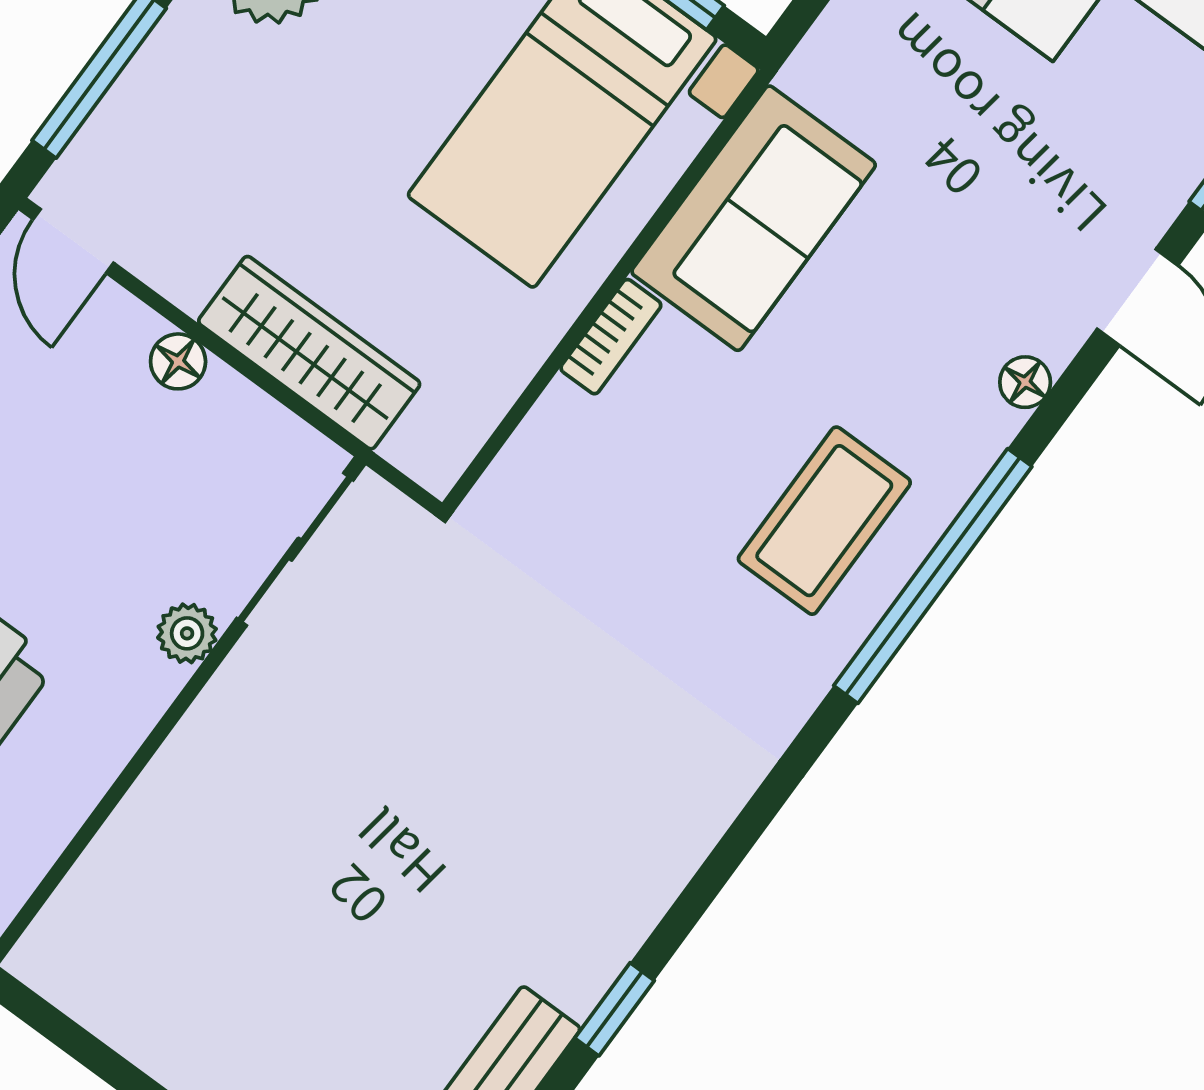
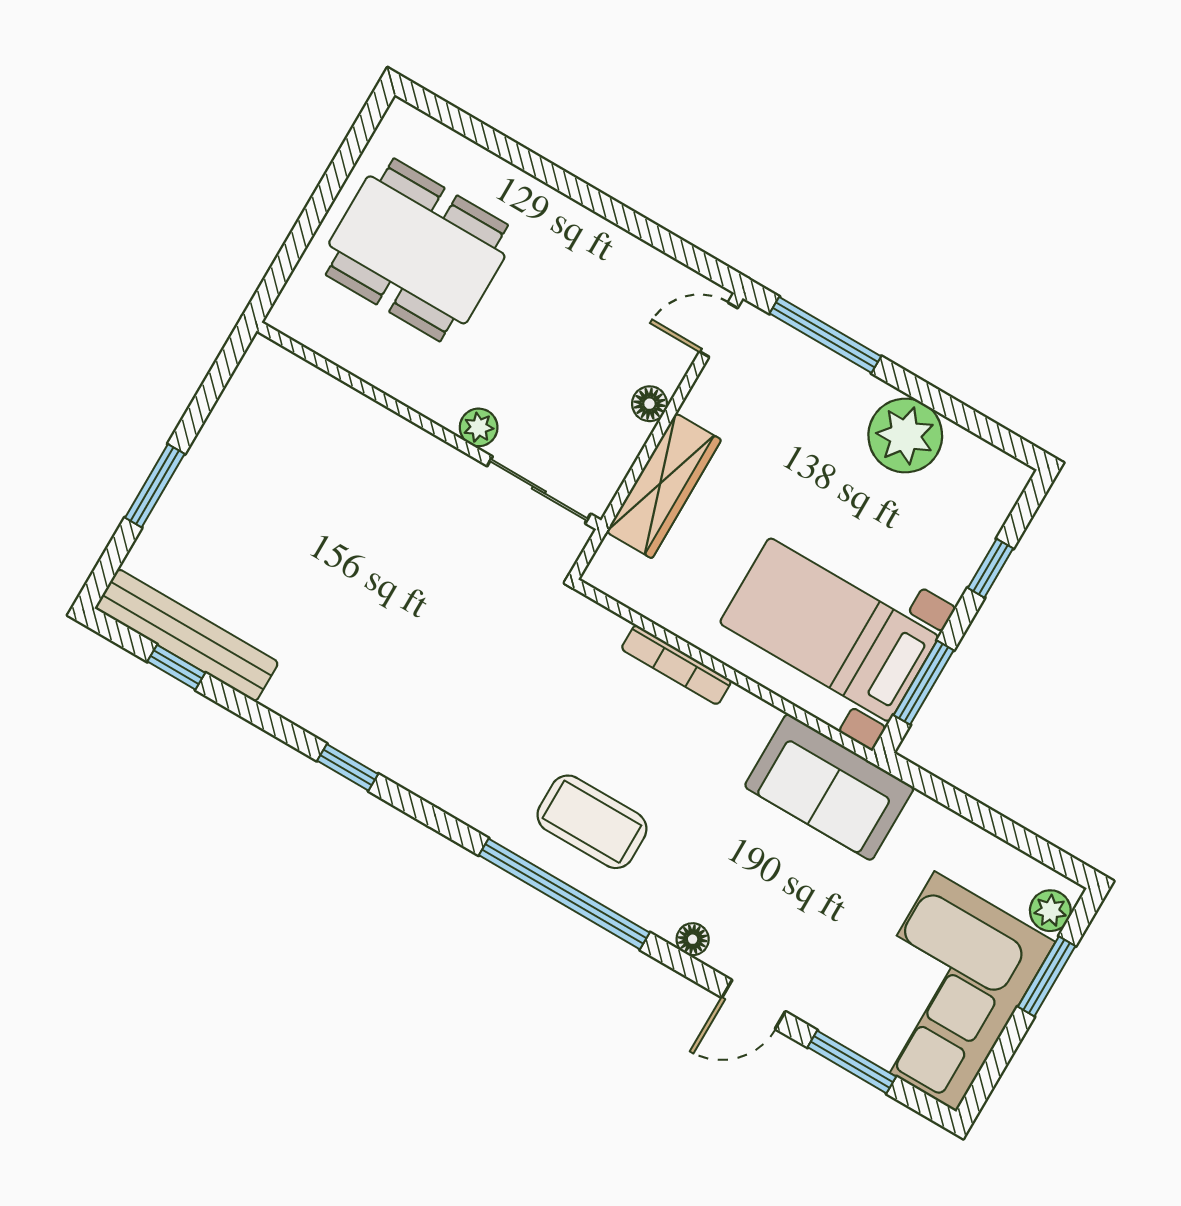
sofa: (754, 218) -> (829, 787), moved
bookcase: (611, 337) -> (676, 665), width x1.56
window: (614, 1009) -> (348, 767), moved

